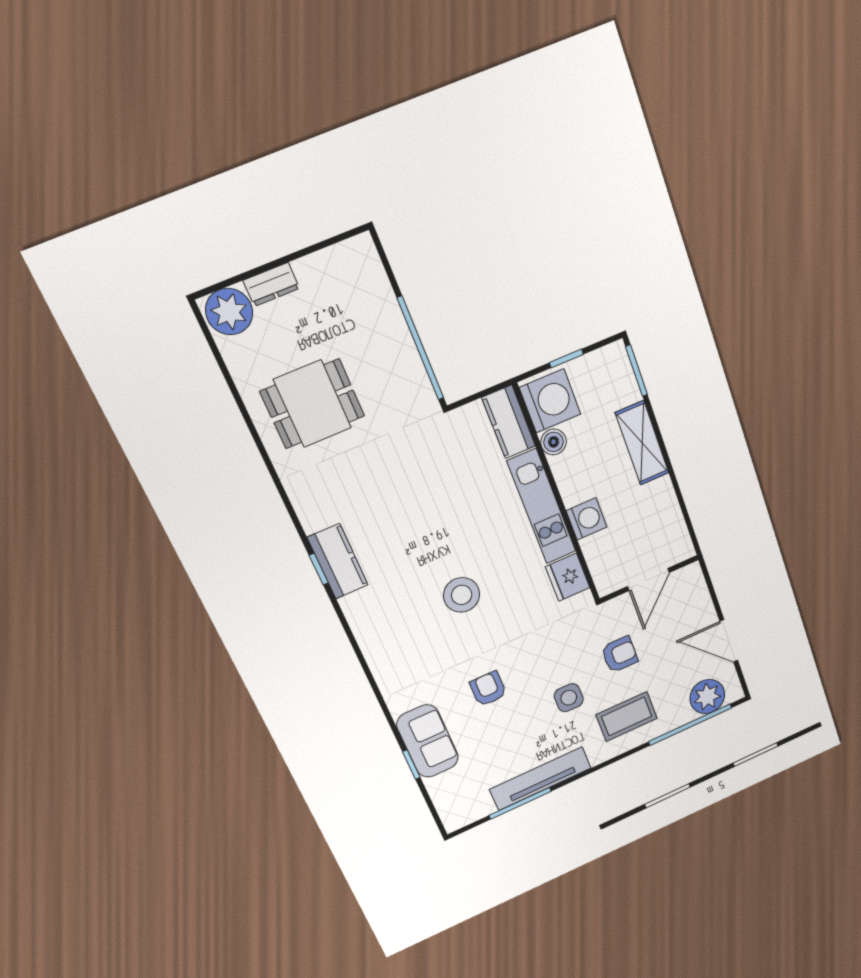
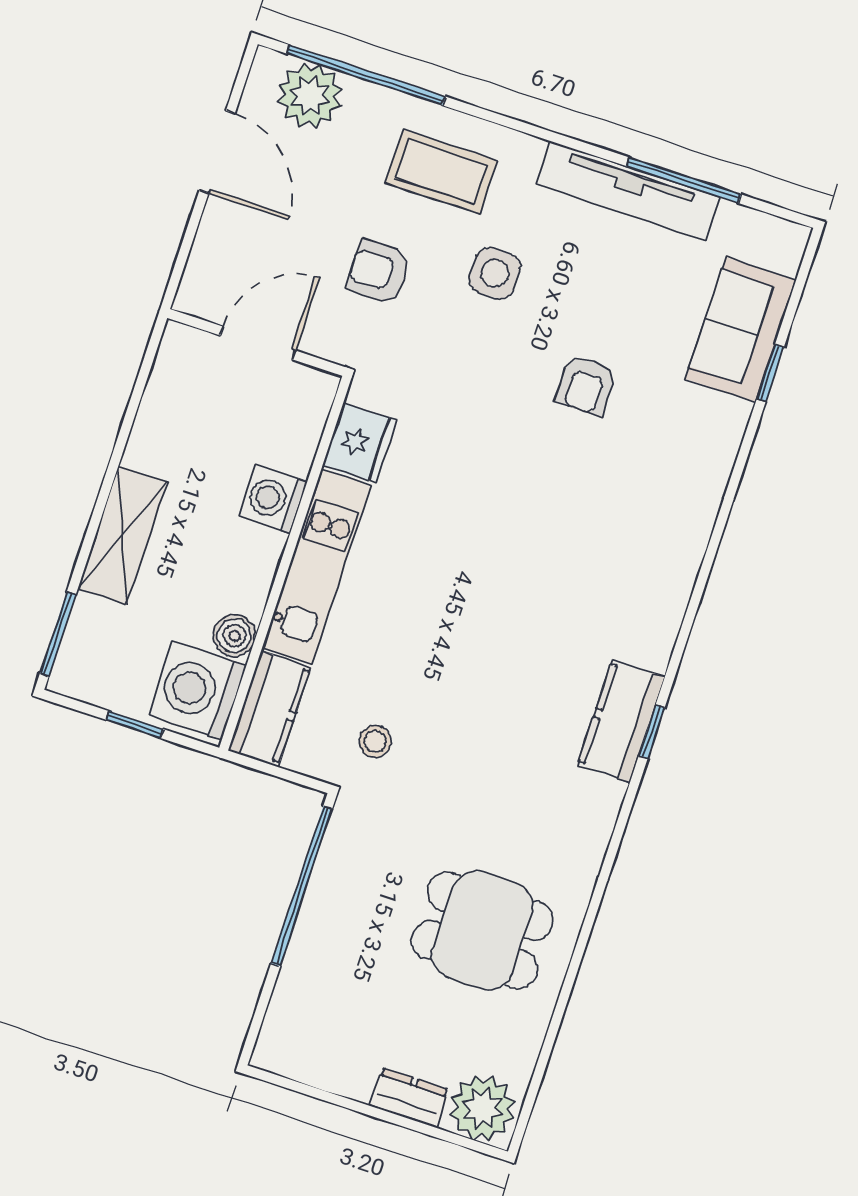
stool: (462, 595) -> (375, 741), moved, width x0.53, depth x0.53
sofa: (428, 741) -> (741, 330), moved

